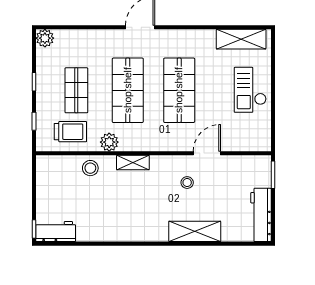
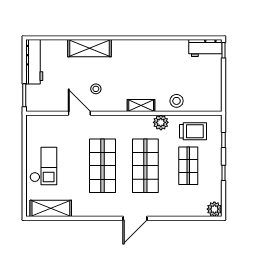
trolley: (70, 132) -> (193, 131), turned 180
door: (207, 153) -> (79, 113), swing flipped

